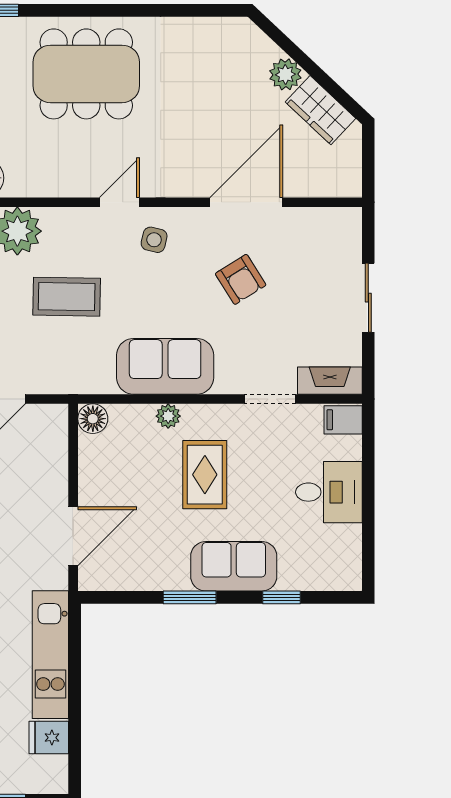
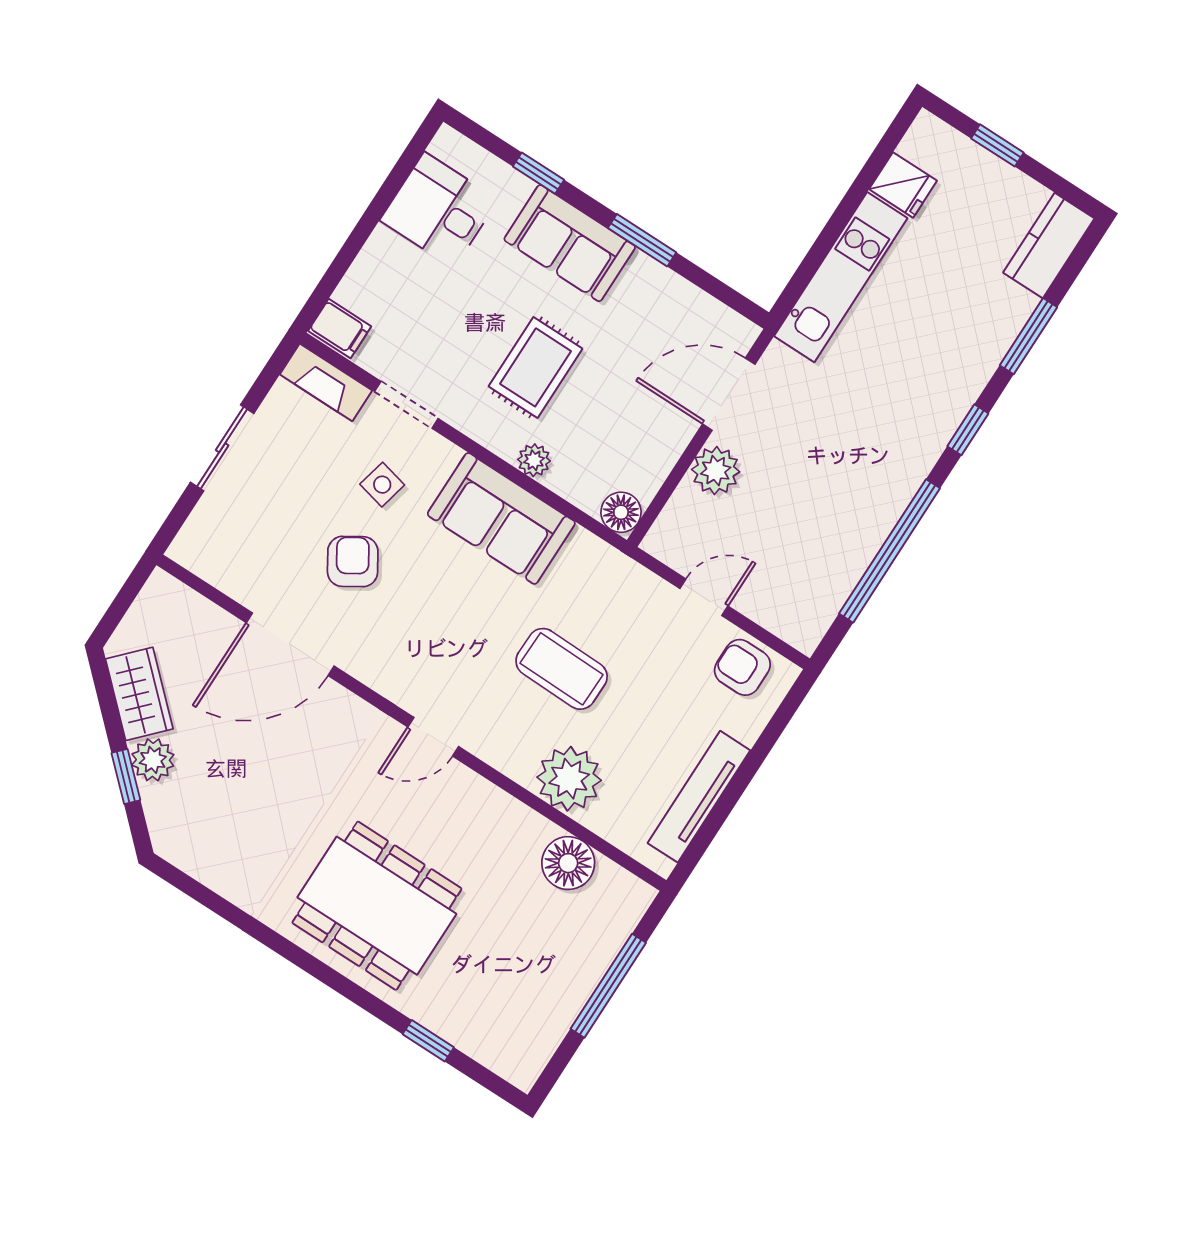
window: (295, 53) -> (126, 776), added
side table: (154, 240) -> (382, 485), moved
plant: (50, 483) -> (716, 471), added
desk: (329, 492) -> (439, 210), moved

